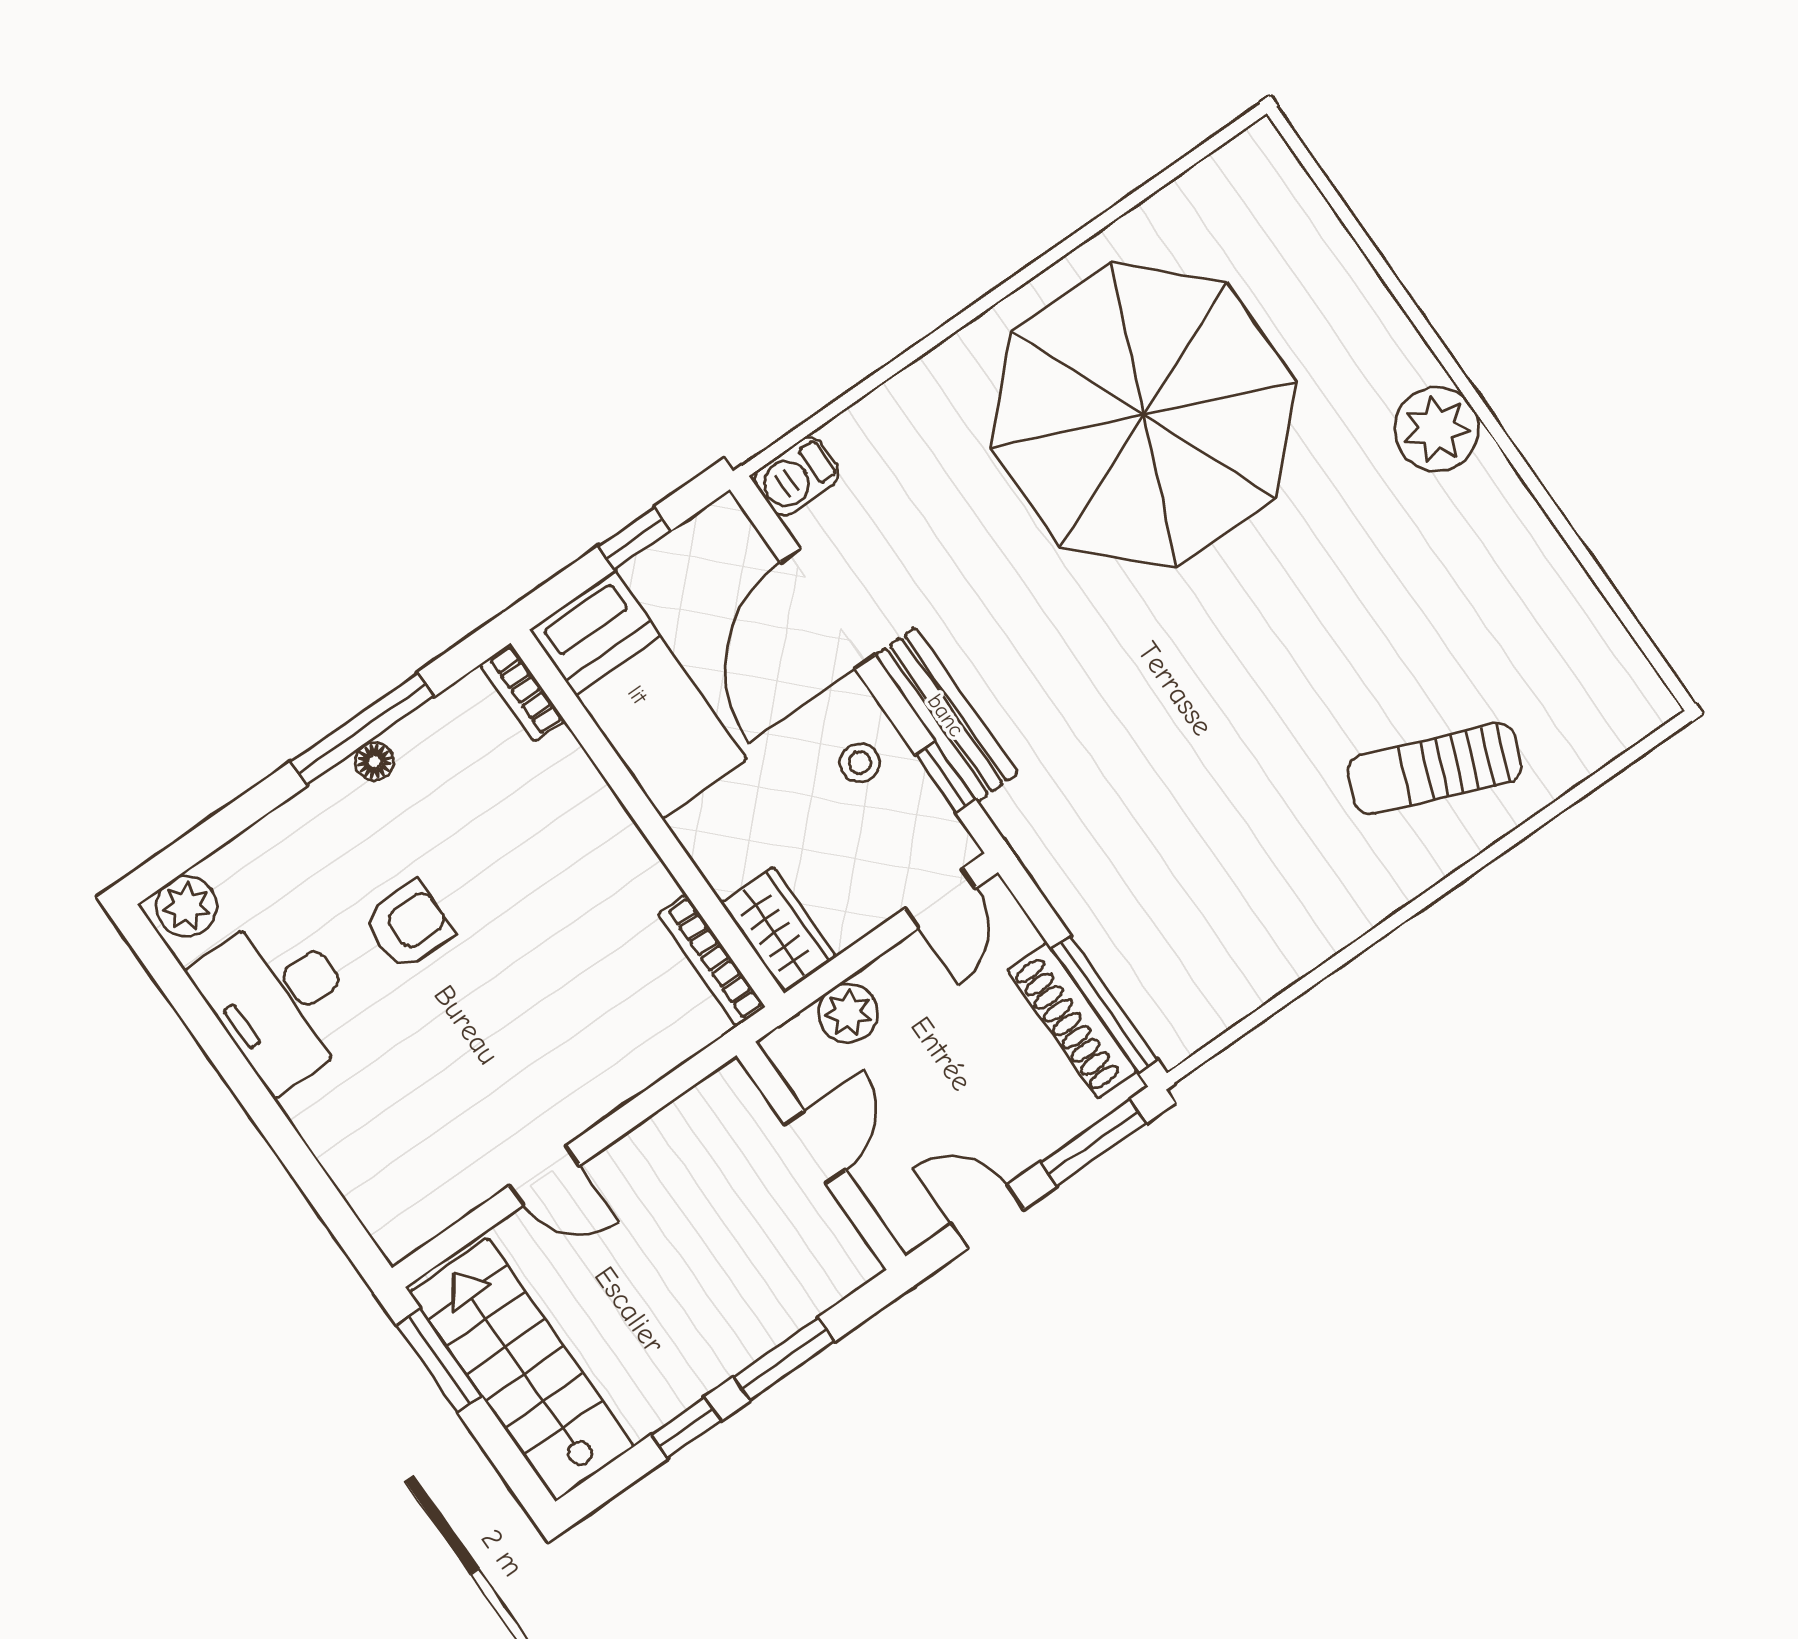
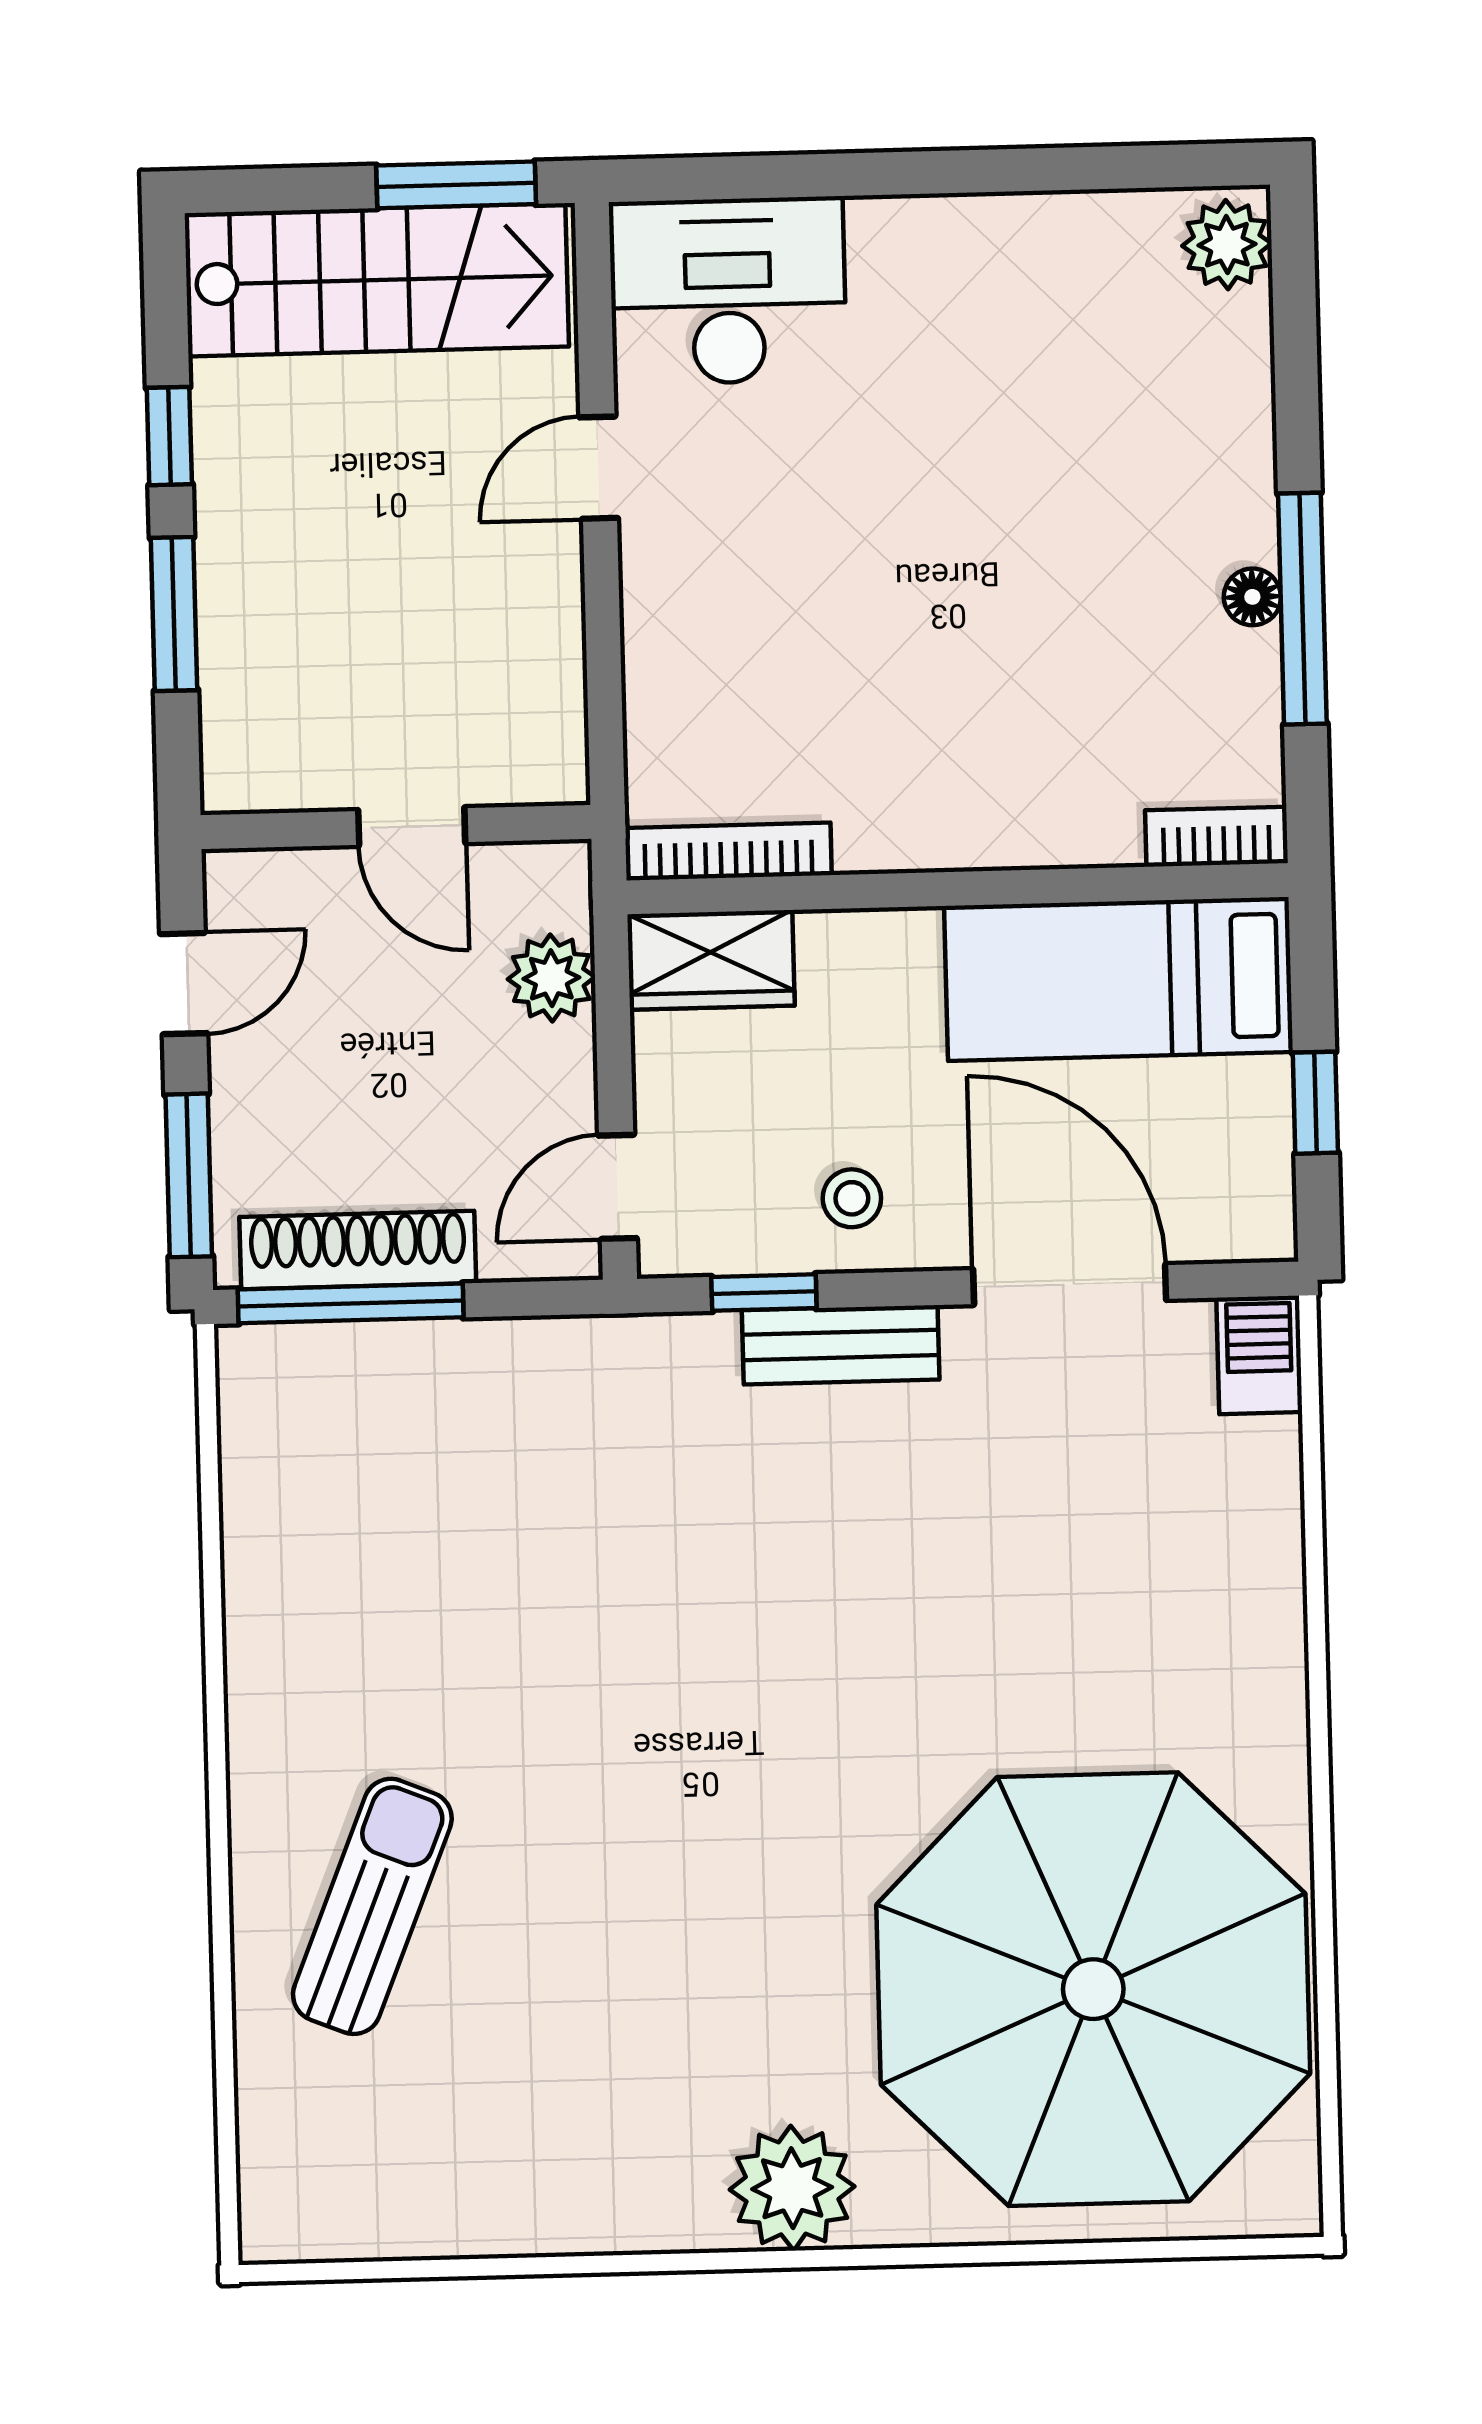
parasol: (1144, 415) -> (1093, 1989), moved
bench: (946, 715) -> (841, 1345), width x0.73
door: (940, 898) -> (617, 1187), hinge flipped
armchair: (409, 926) -> (1020, 504), removed
desk: (279, 1000) -> (728, 291), moved

